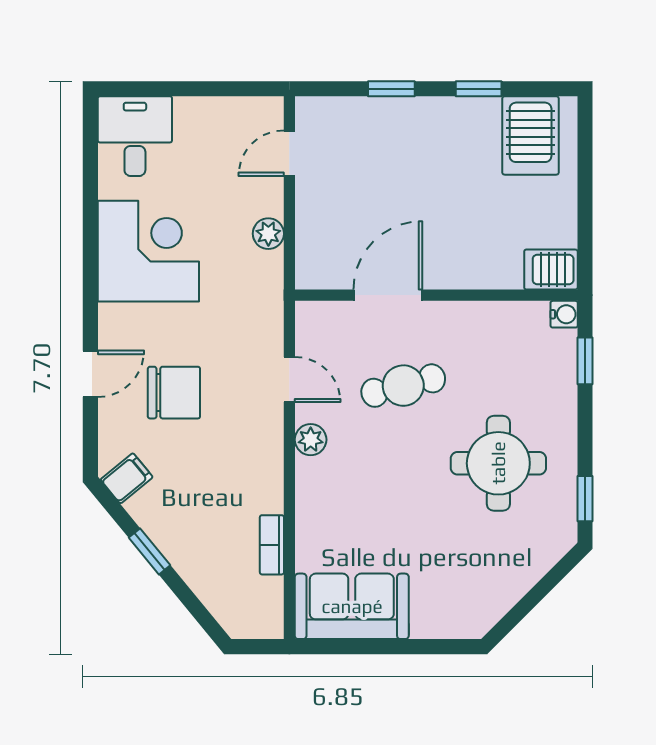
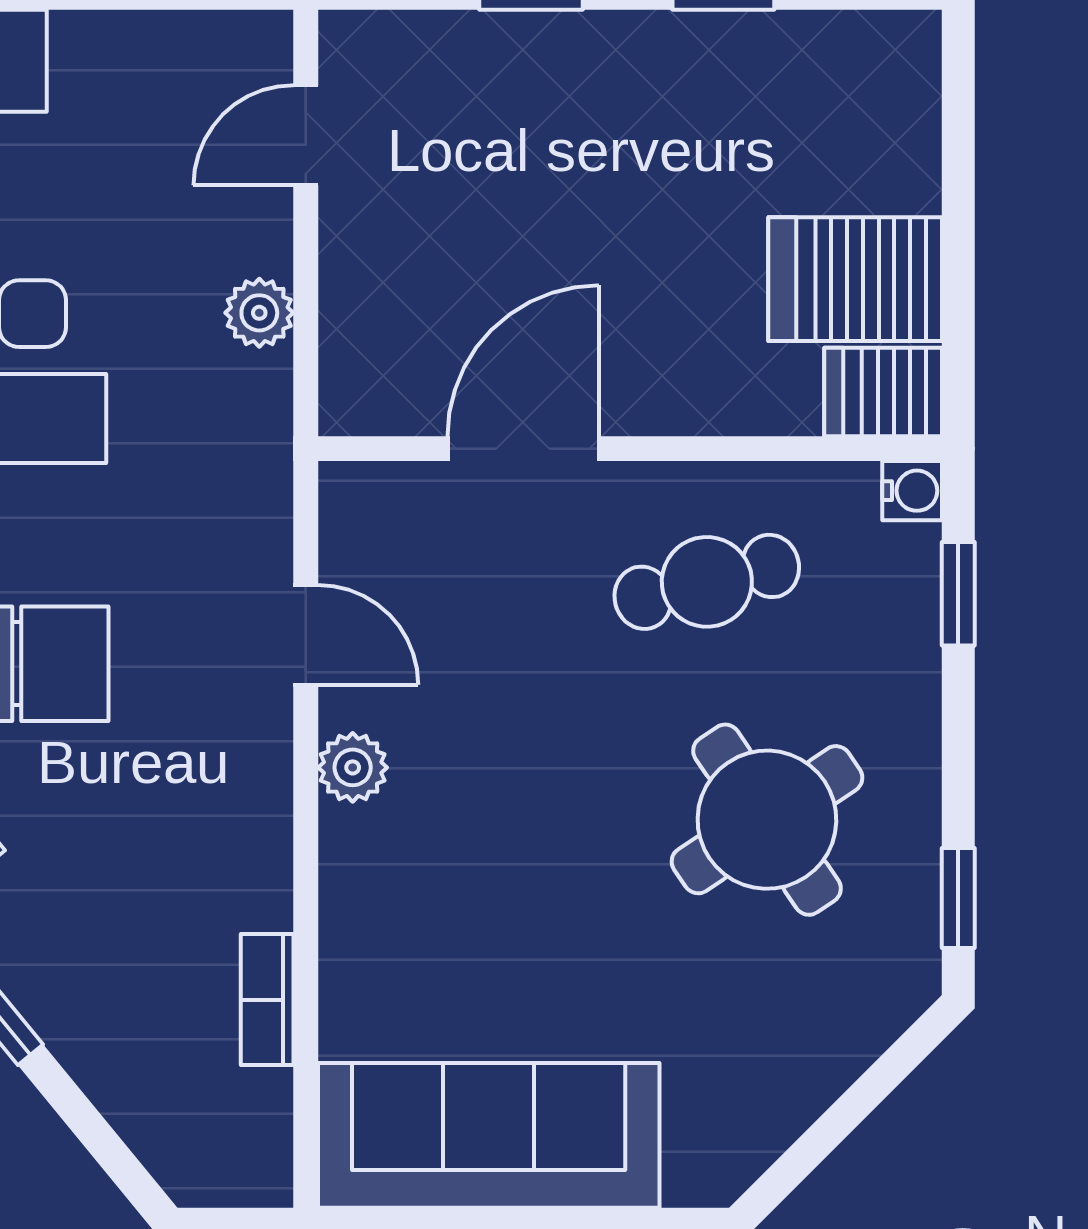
server rack: (531, 135) -> (855, 279), moved, turned 90
cafe table: (403, 386) -> (707, 582), moved
round table: (498, 463) -> (767, 820), turned -34
sofa: (352, 606) -> (489, 1135), width x1.36

